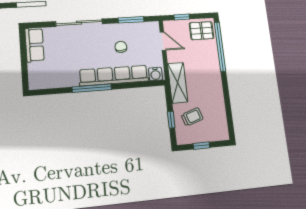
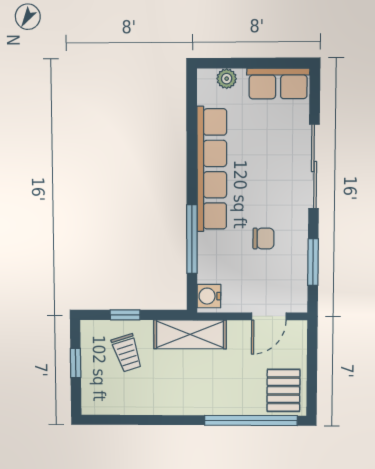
window: (182, 17) -> (312, 357), removed
plant: (33, 73) -> (227, 79), added
row of seats: (114, 76) -> (212, 169), moved
window: (92, 88) -> (192, 239), moved

